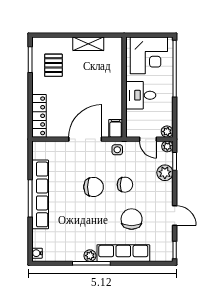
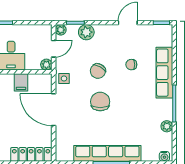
filing cabinet: (116, 128) -> (21, 82), moved, turned -90
plant: (167, 132) -> (46, 65), moved
chair: (125, 185) -> (98, 71), turned -152
chair: (132, 219) -> (131, 65), width x0.54, depth x0.54
plant: (90, 256) -> (167, 126), moved

